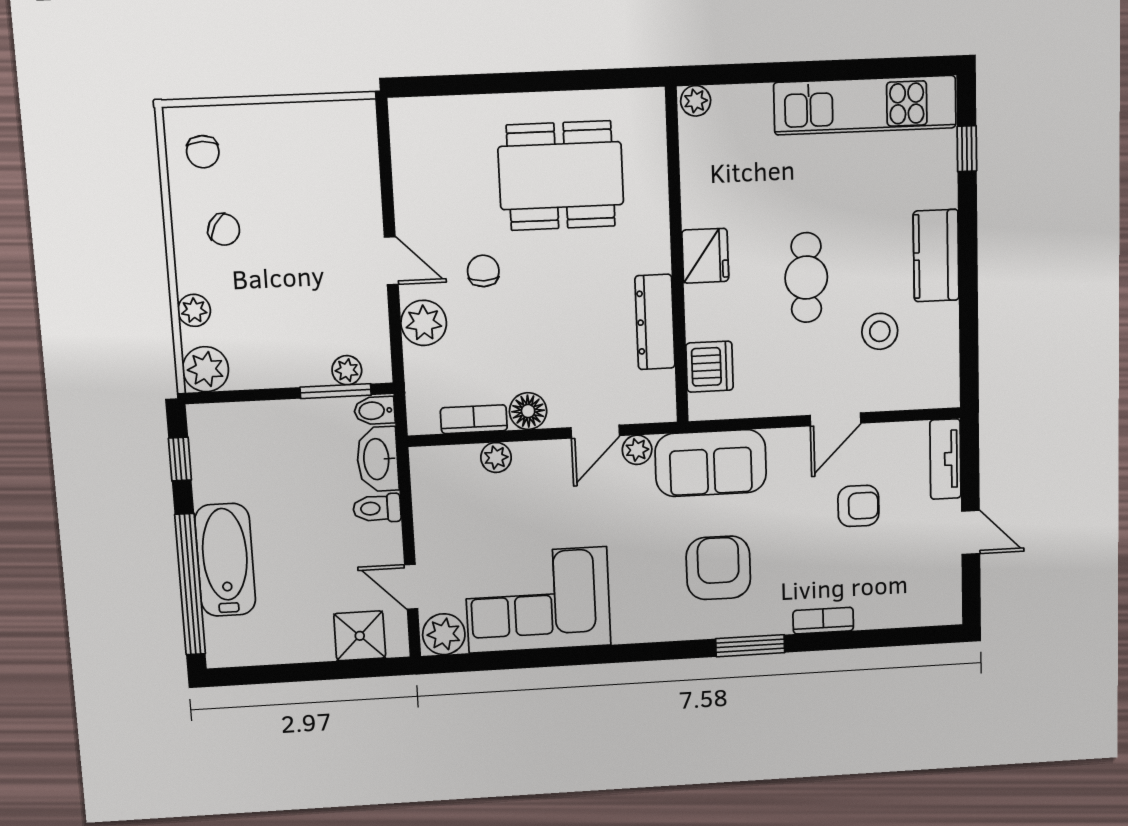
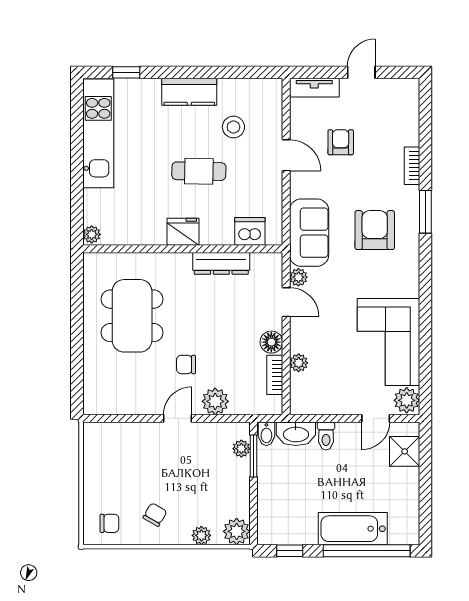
armchair: (718, 568) -> (375, 230), turned 90

